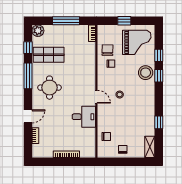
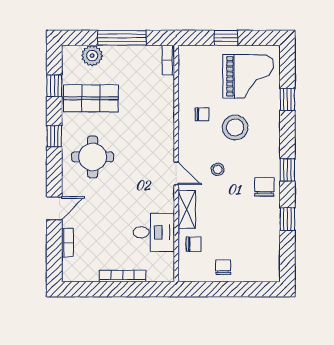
plant: (38, 31) -> (92, 56), moved
chair: (107, 50) -> (264, 187), moved
stool: (146, 73) -> (235, 127), moved
window: (28, 76) -> (54, 136), width x0.46
window: (159, 76) -> (287, 170), moved
desk: (84, 117) -> (154, 232), moved
shelving: (150, 147) -> (187, 210), moved

